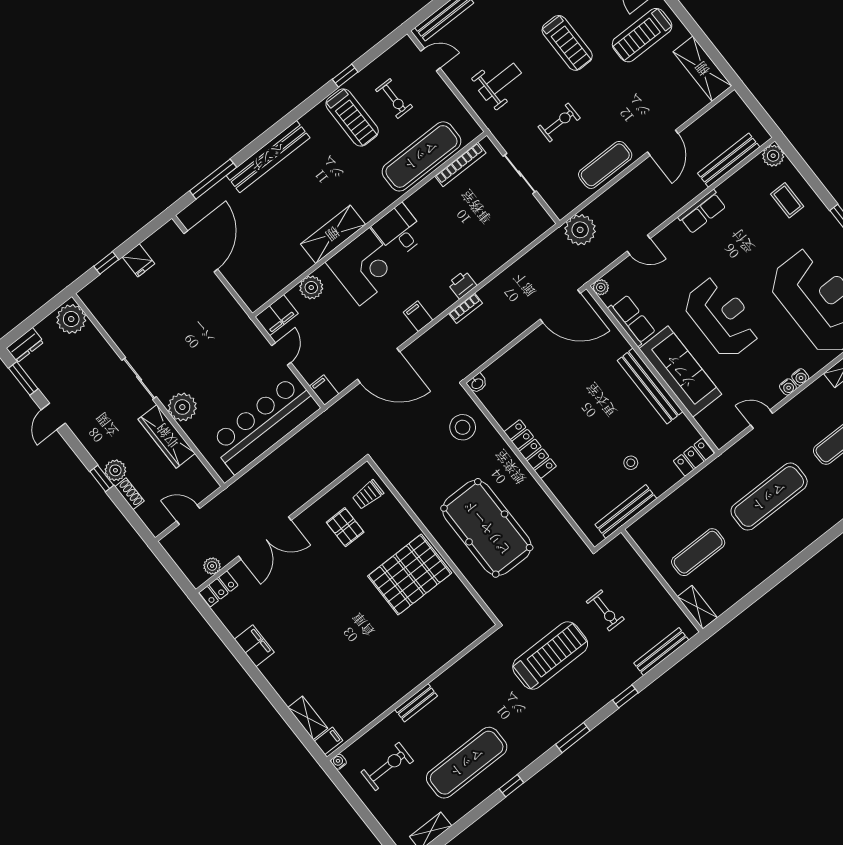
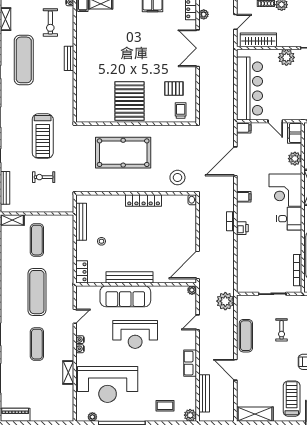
row of seats: (632, 320) -> (166, 292), removed
wardrobe: (167, 436) -> (258, 40), moved

